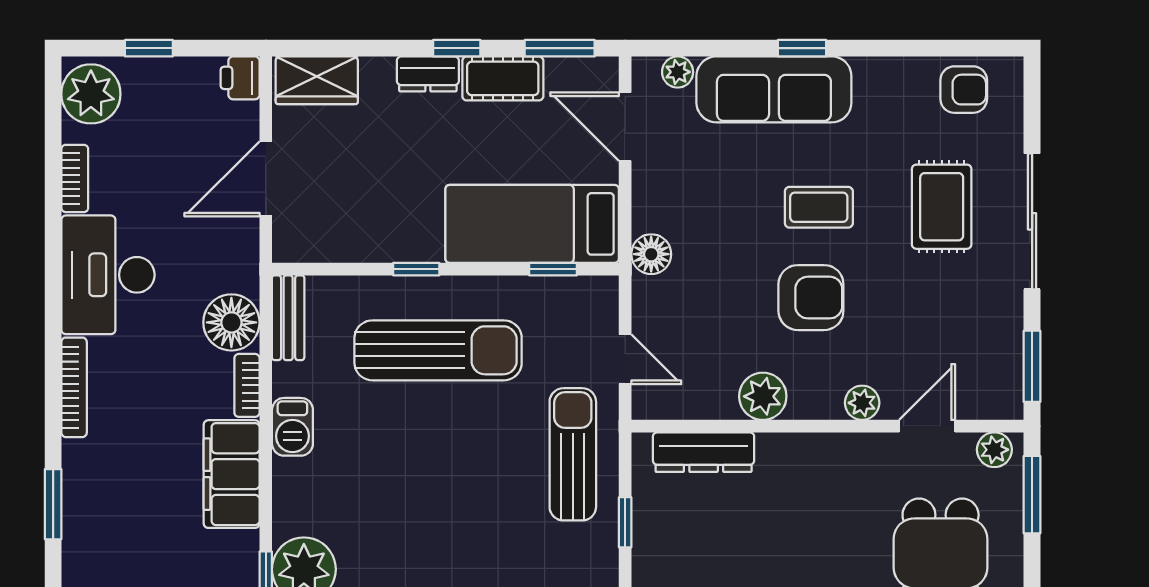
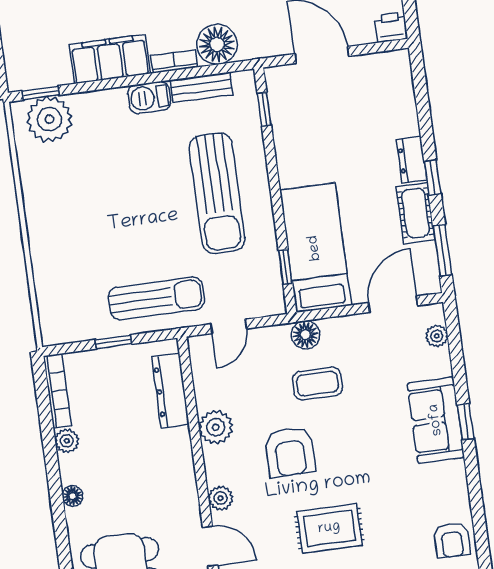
wardrobe: (317, 80) -> (396, 82), removed
sofa: (774, 89) -> (436, 420), width x0.73
coffee table: (819, 207) -> (317, 384), moved, turned 90
rug: (942, 207) -> (329, 528), moved
window: (416, 269) -> (264, 109), moved
bench: (288, 318) -> (201, 87), moved

